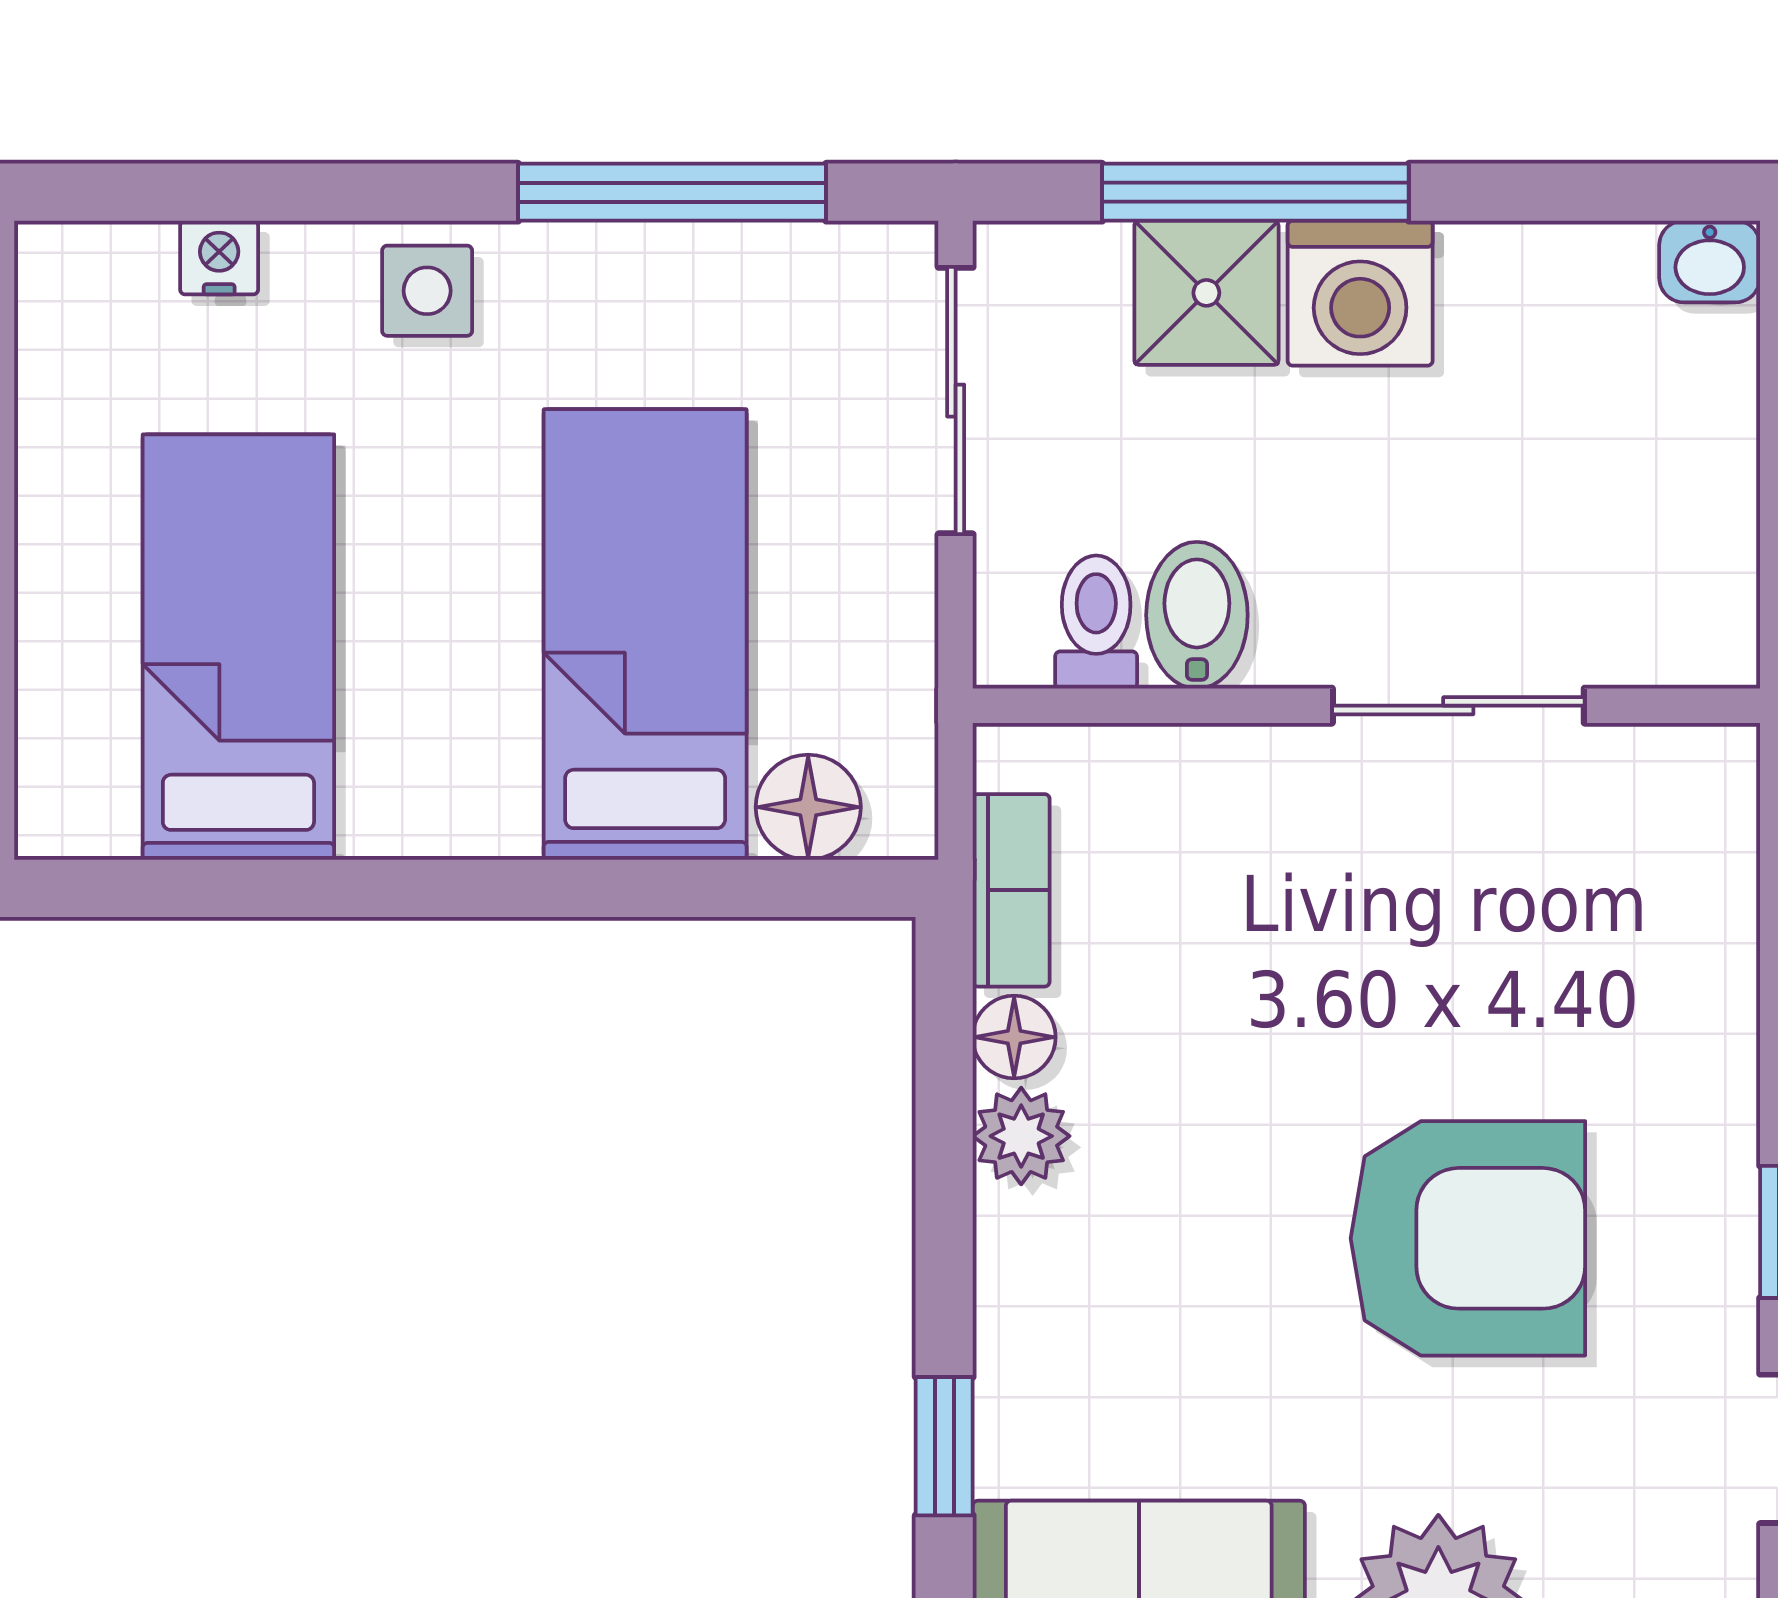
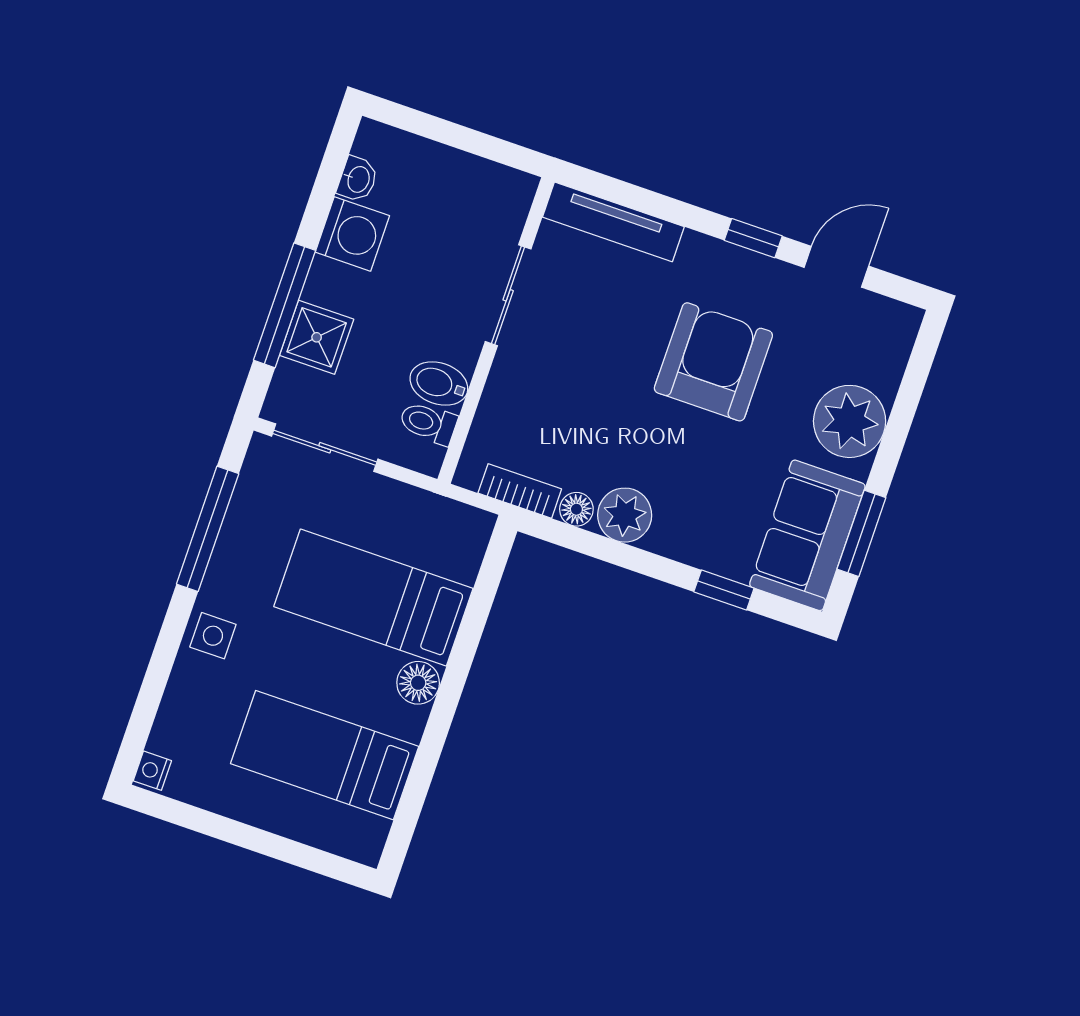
nightstand: (219, 258) -> (152, 771), moved
washbasin: (1710, 262) -> (358, 179), moved
washing machine: (1360, 293) -> (352, 234), moved
floor lamp: (808, 807) -> (418, 683), moved
tv unit: (1714, 892) -> (613, 222), added
plant: (1021, 1136) -> (625, 515), width x1.38, depth x1.38

